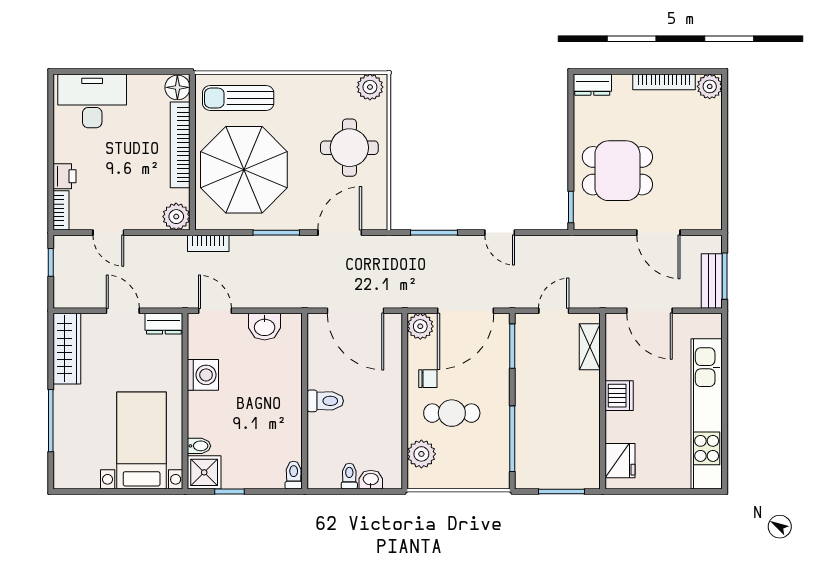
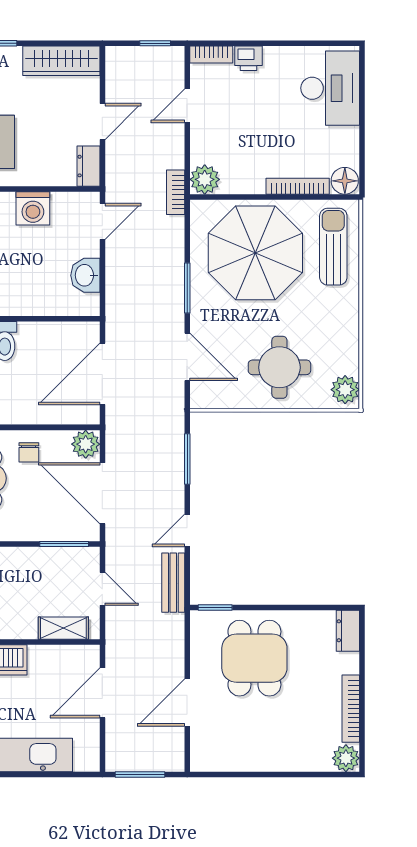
bookcase: (180, 145) -> (298, 186), width x0.68, depth x0.76
bookcase: (208, 243) -> (176, 192), moved
bench: (712, 281) -> (173, 583), moved, turned 90

